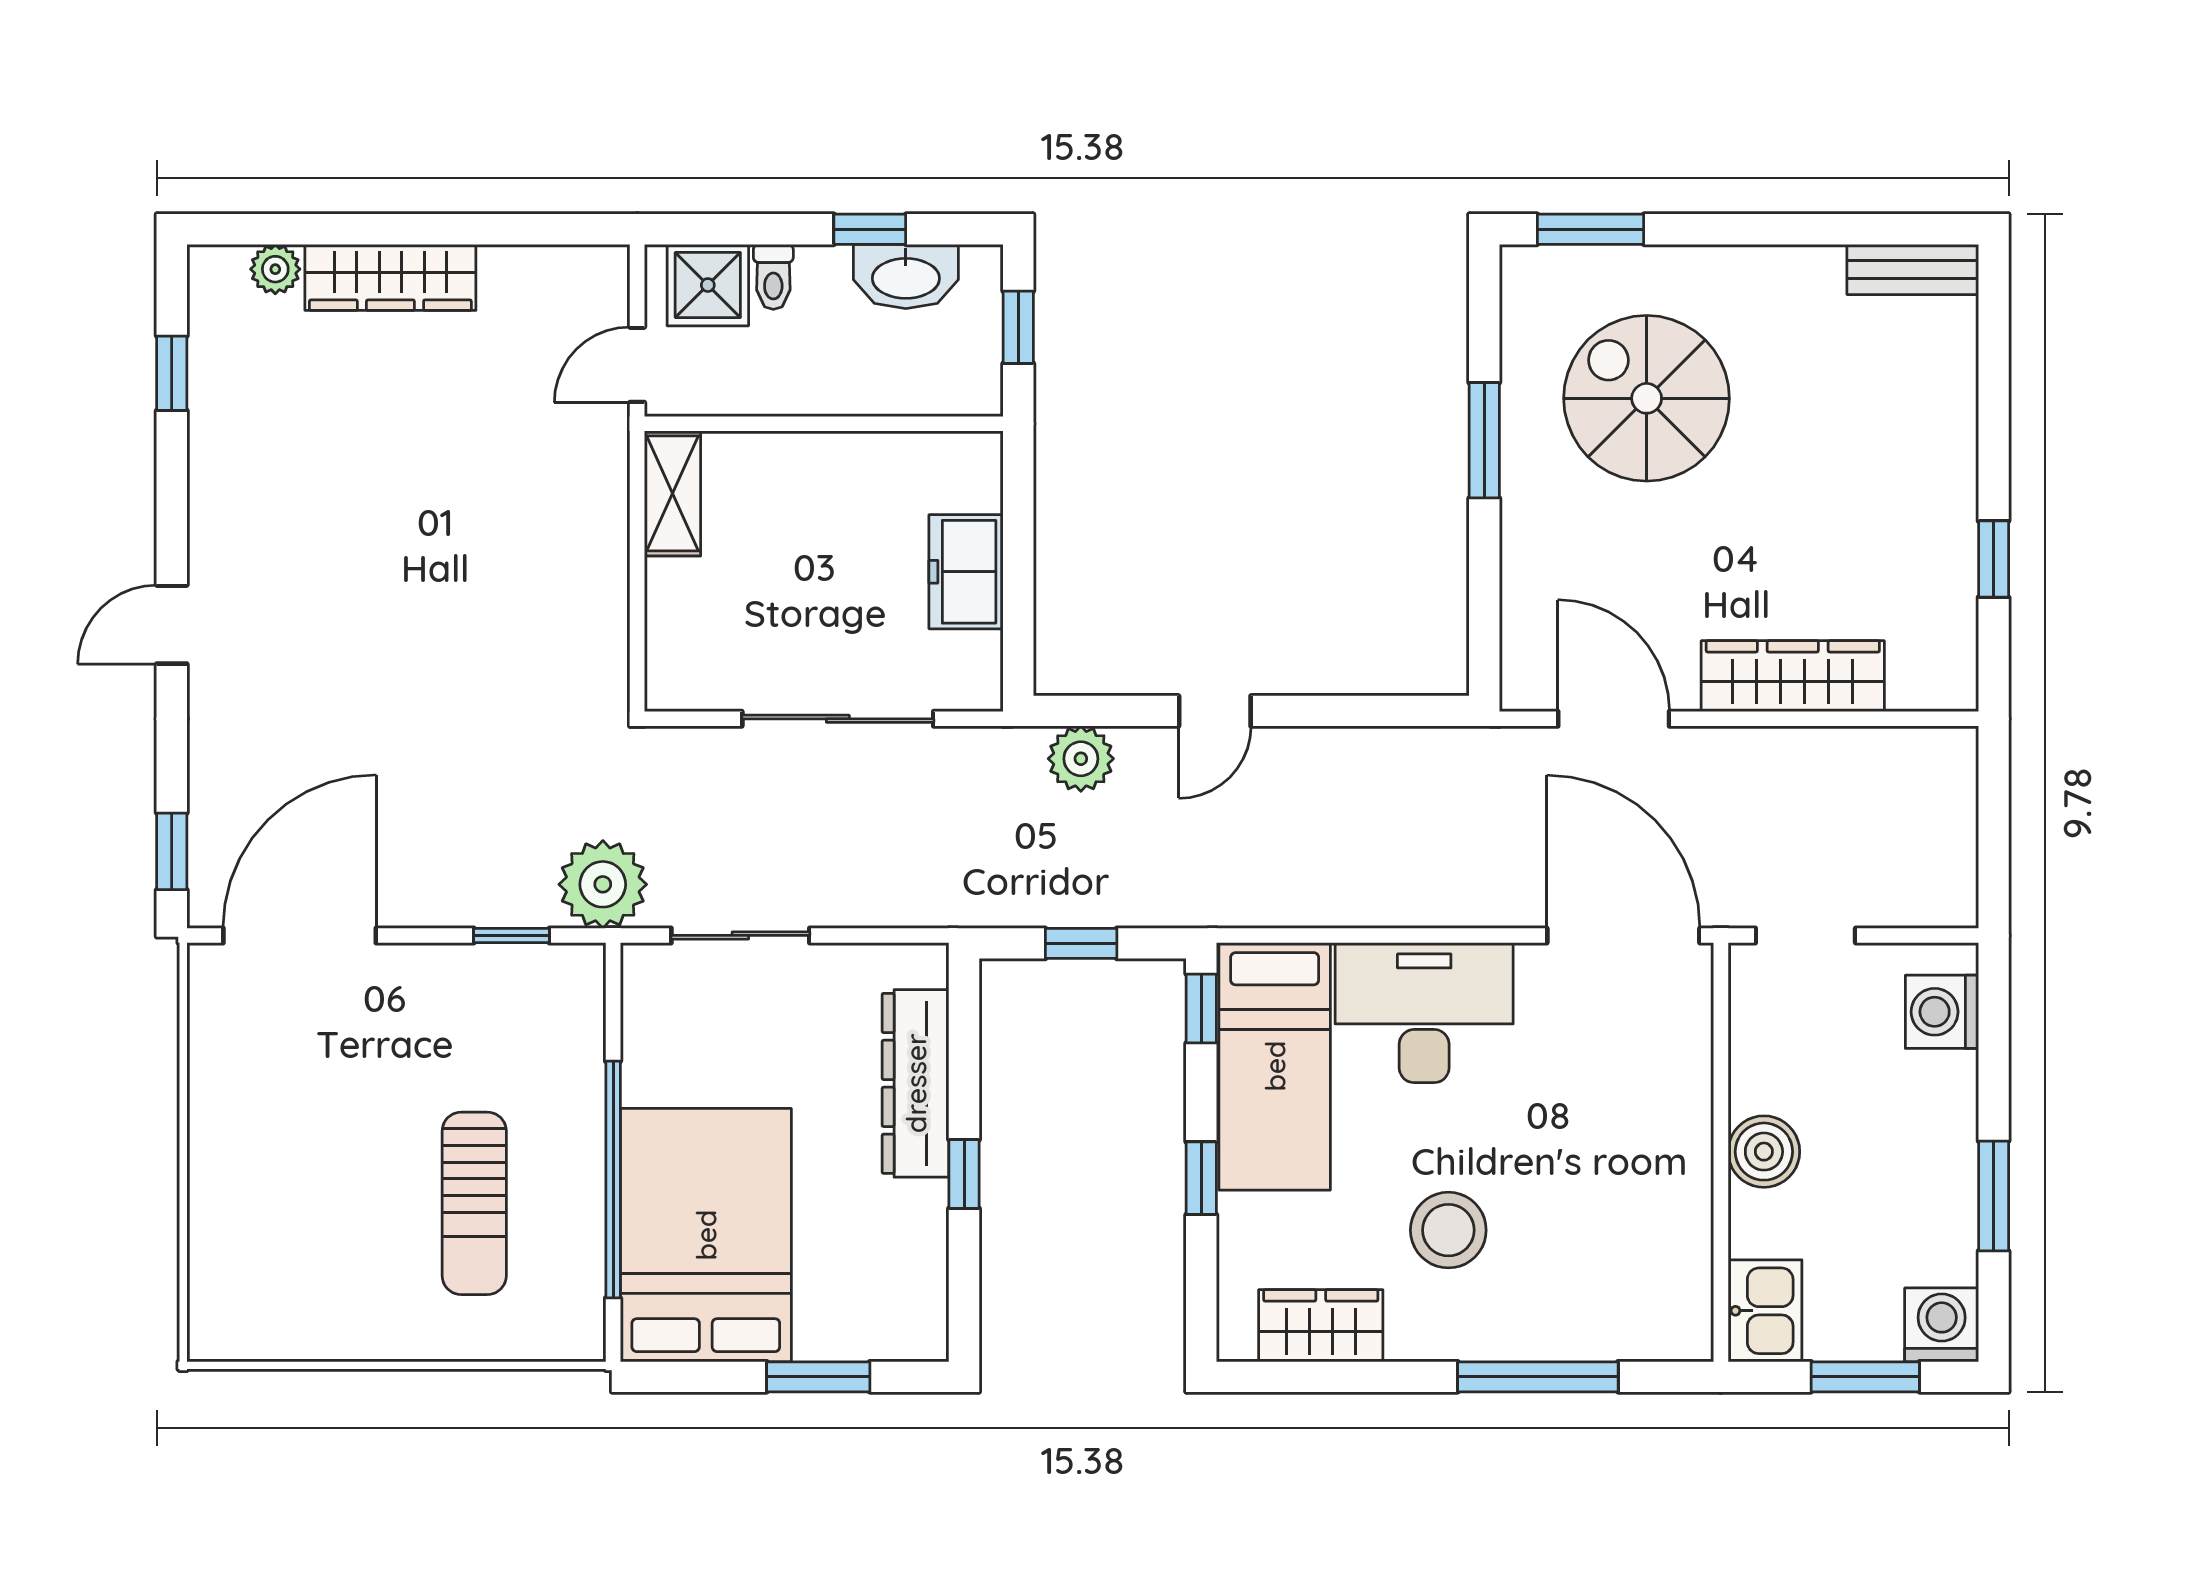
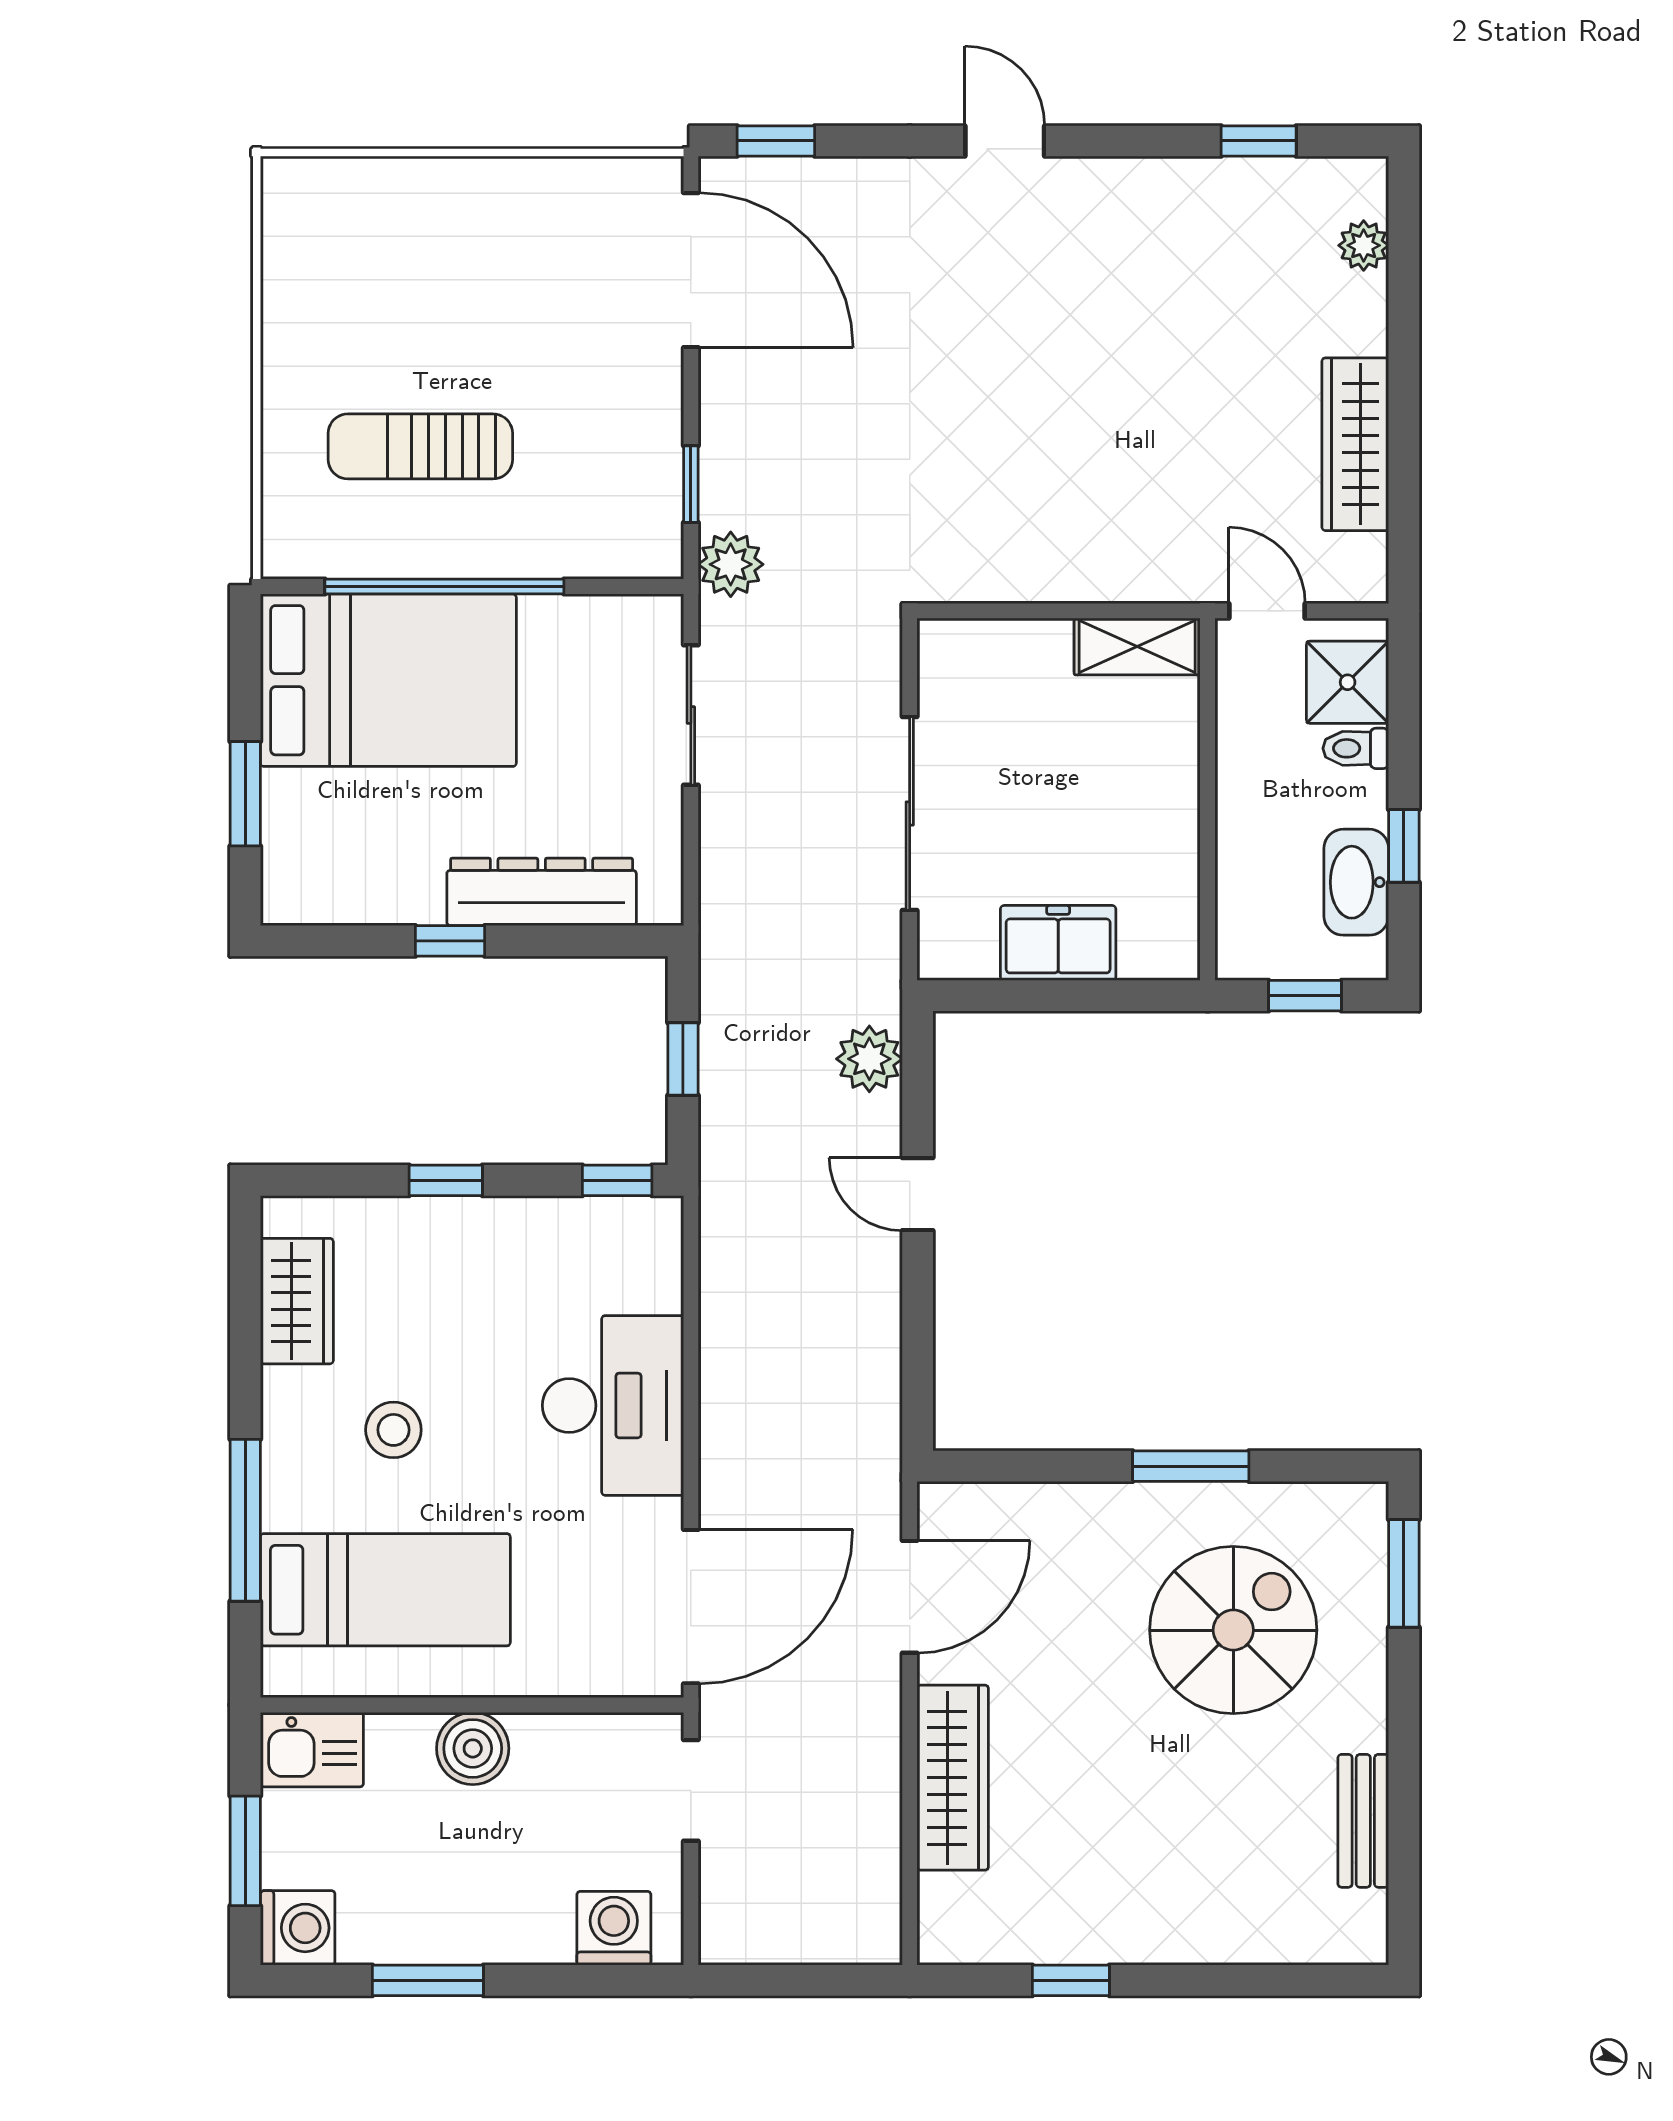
bench: (1913, 269) -> (1363, 1821), moved
wardrobe: (390, 277) -> (1355, 444), moved
plant: (603, 884) -> (731, 564), width x0.73, depth x0.73
bed: (1275, 1066) -> (385, 1590), moved, turned 180
stool: (1448, 1230) -> (393, 1430), width x0.73, depth x0.73

